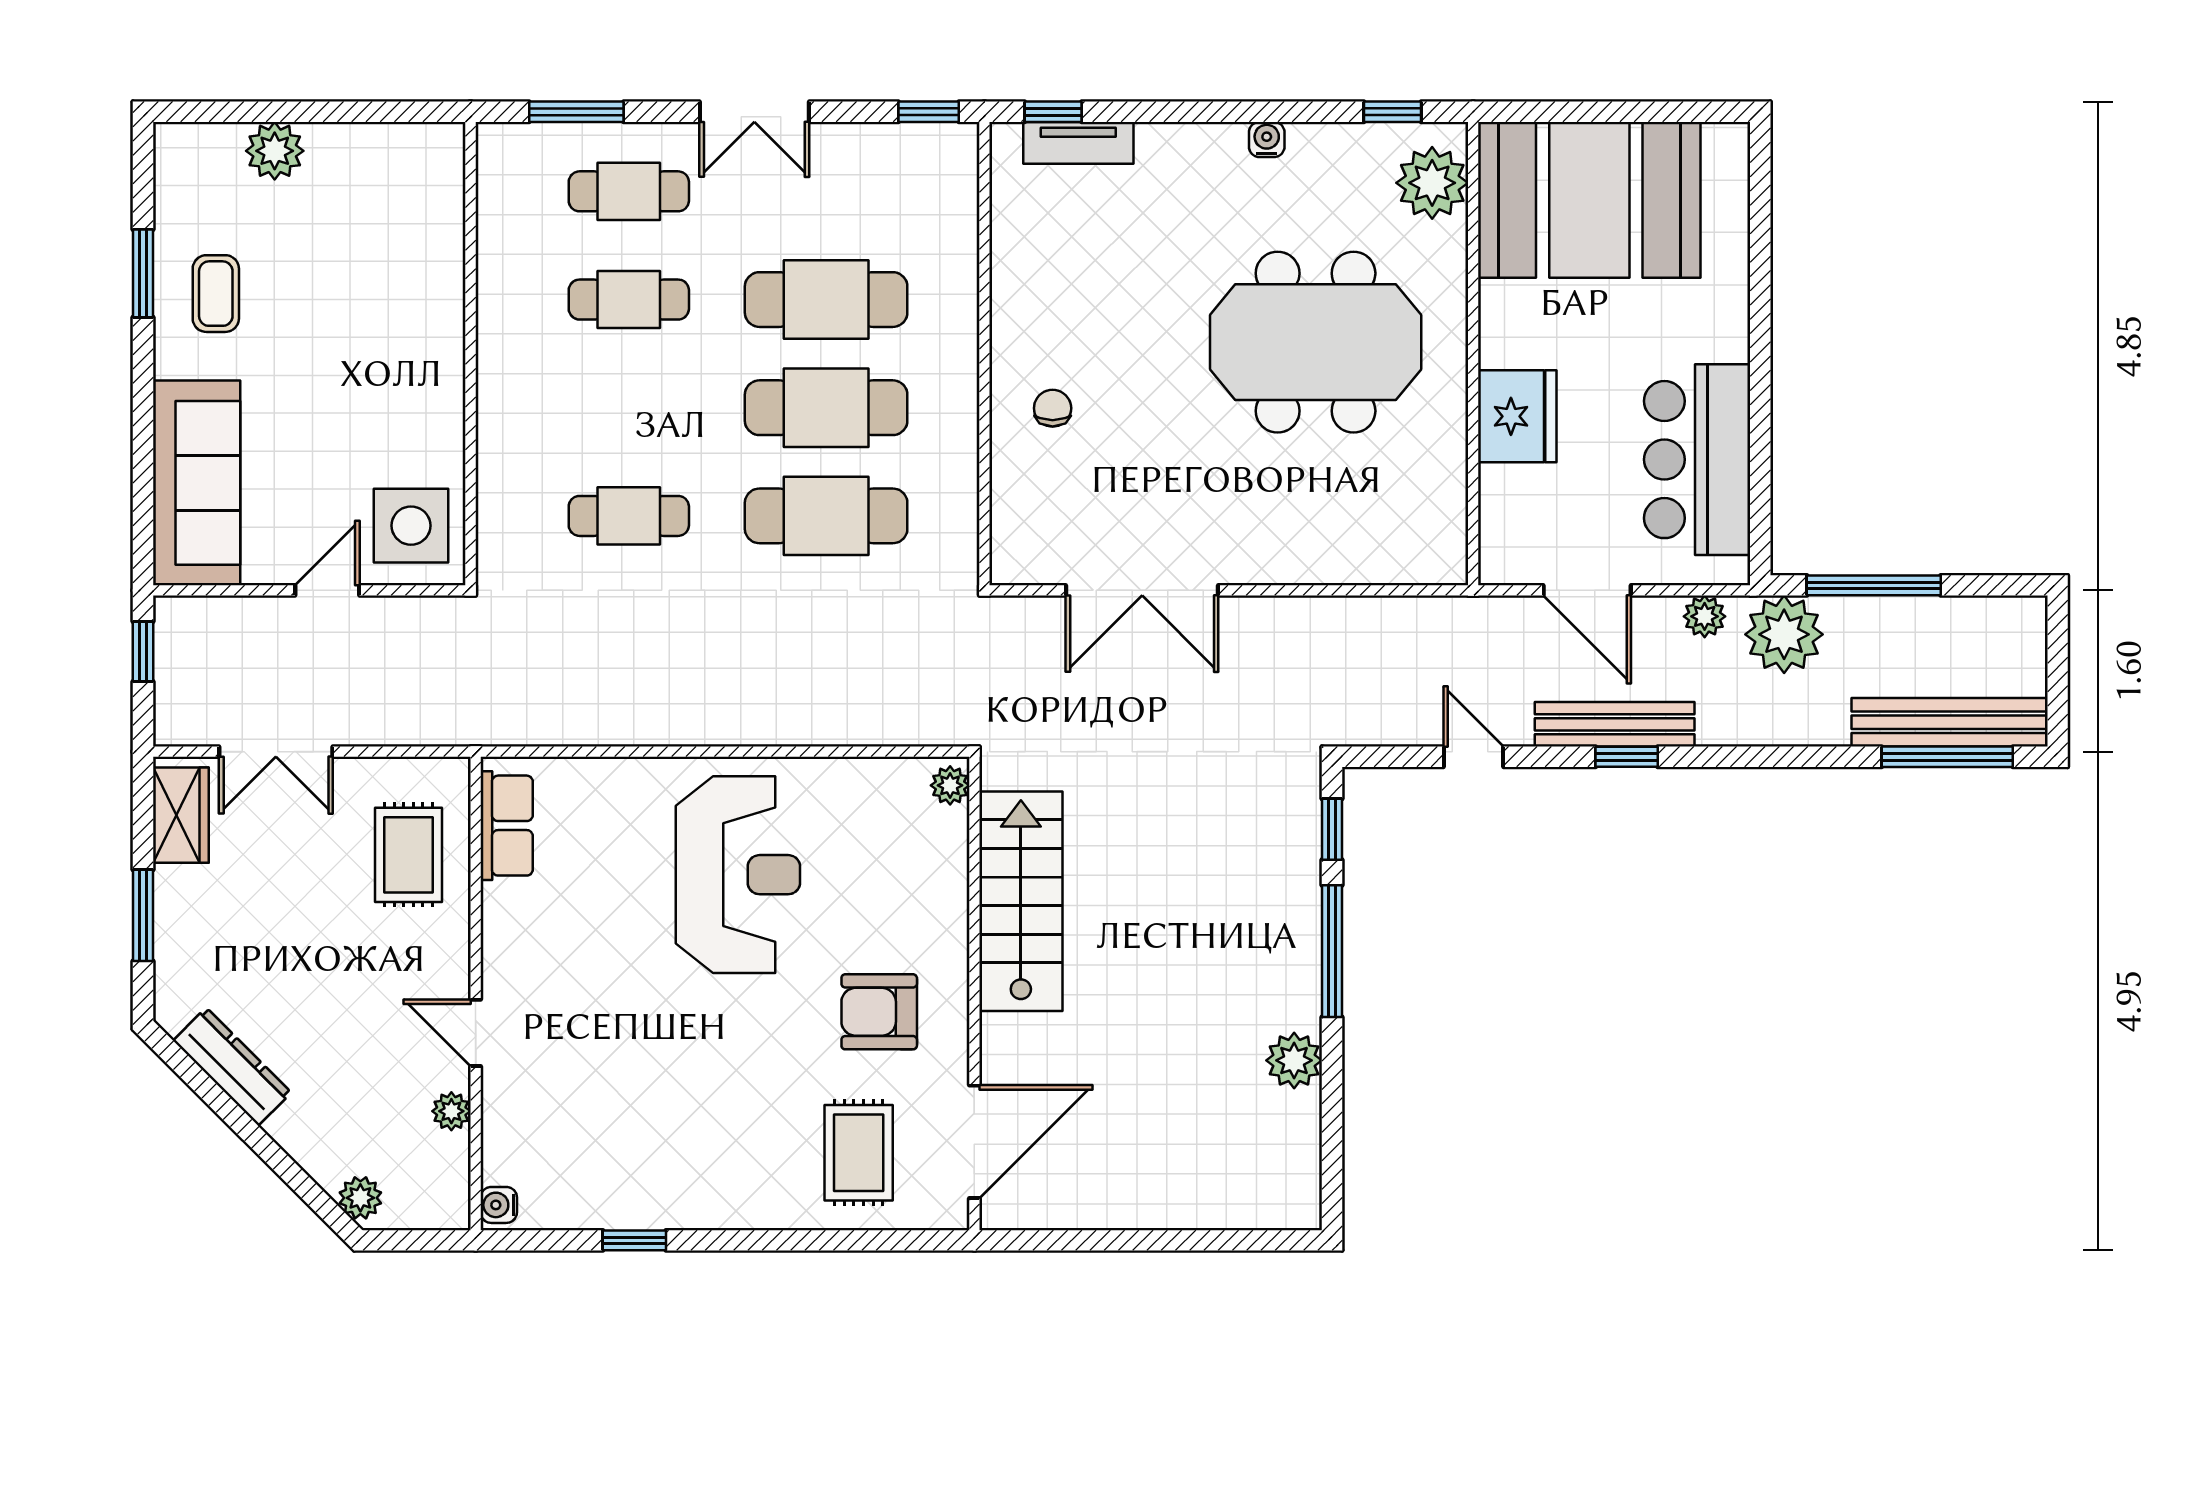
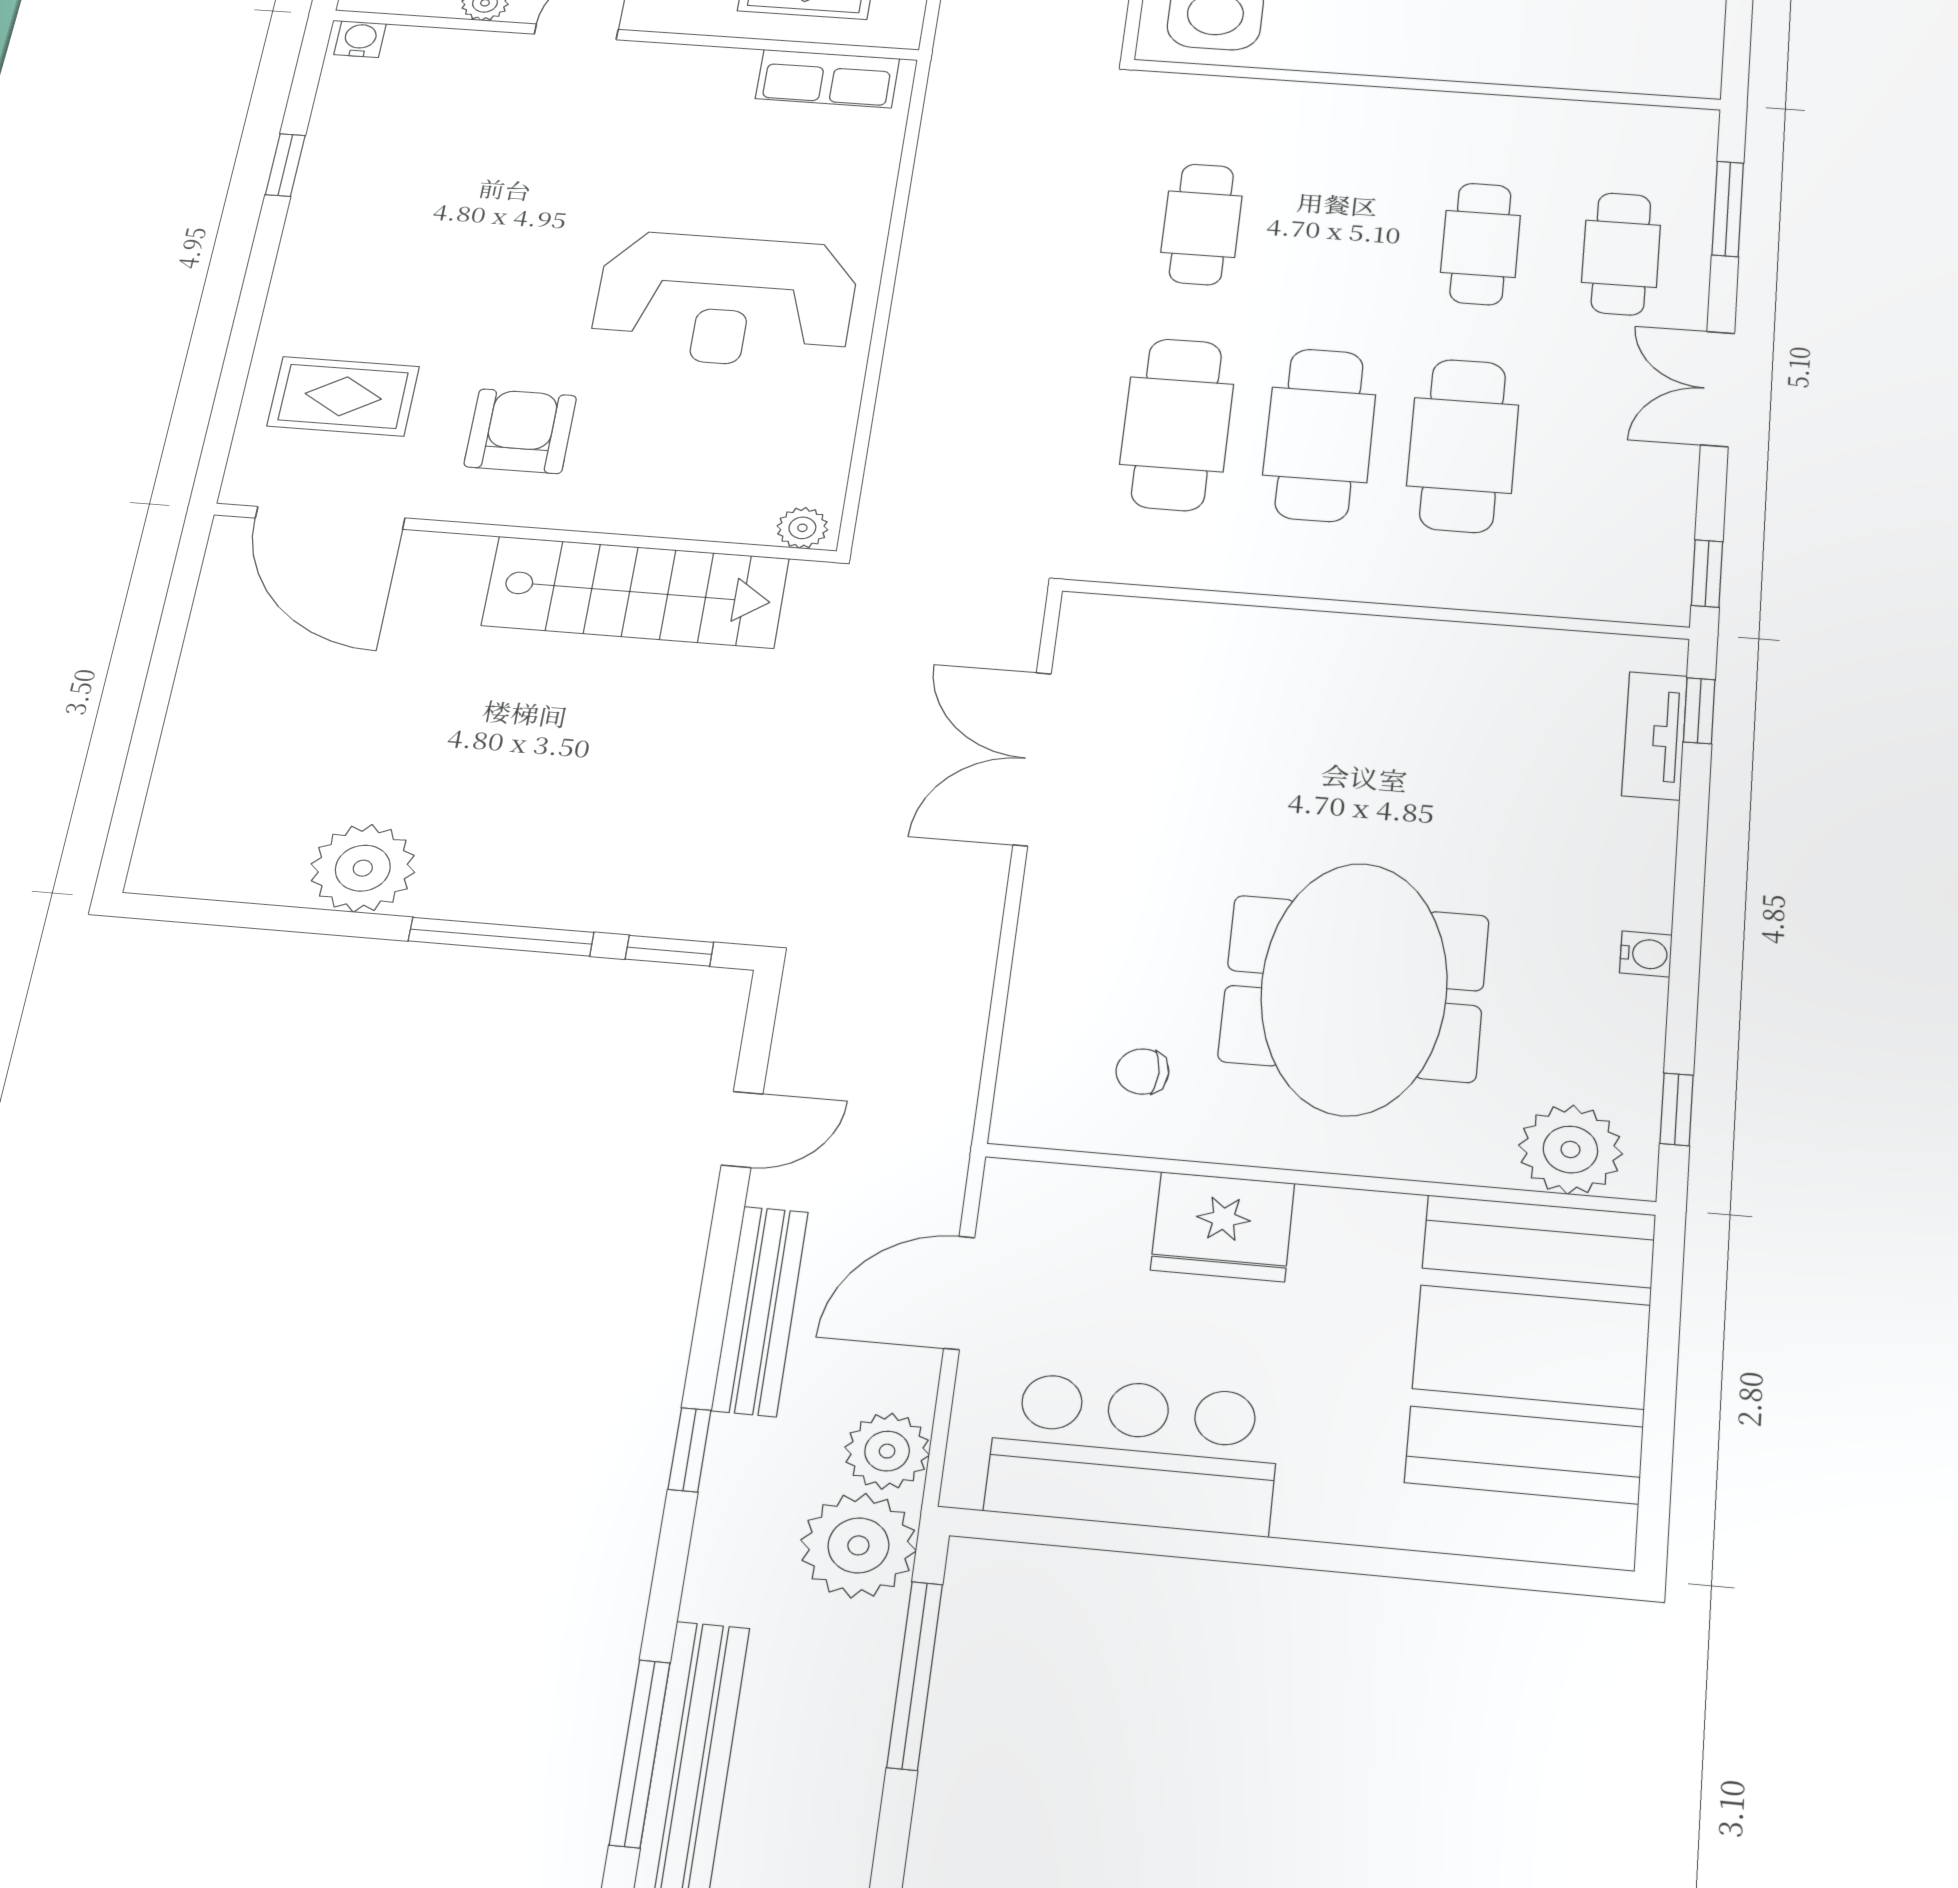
chair: (1053, 408) -> (1142, 1071), moved, turned 180
plant: (1705, 616) -> (887, 1451), width x1.38, depth x1.38
window: (1627, 757) -> (690, 1450), moved
plant: (1294, 1060) -> (363, 868), width x1.36, depth x1.36

